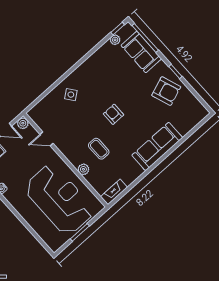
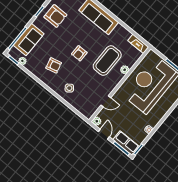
armchair: (103, 79) -> (54, 65), added
armchair: (166, 91) -> (55, 16), turned 110
door: (46, 139) -> (106, 101), hinge flipped
coffee table: (99, 149) -> (107, 61), width x1.86, depth x1.72

